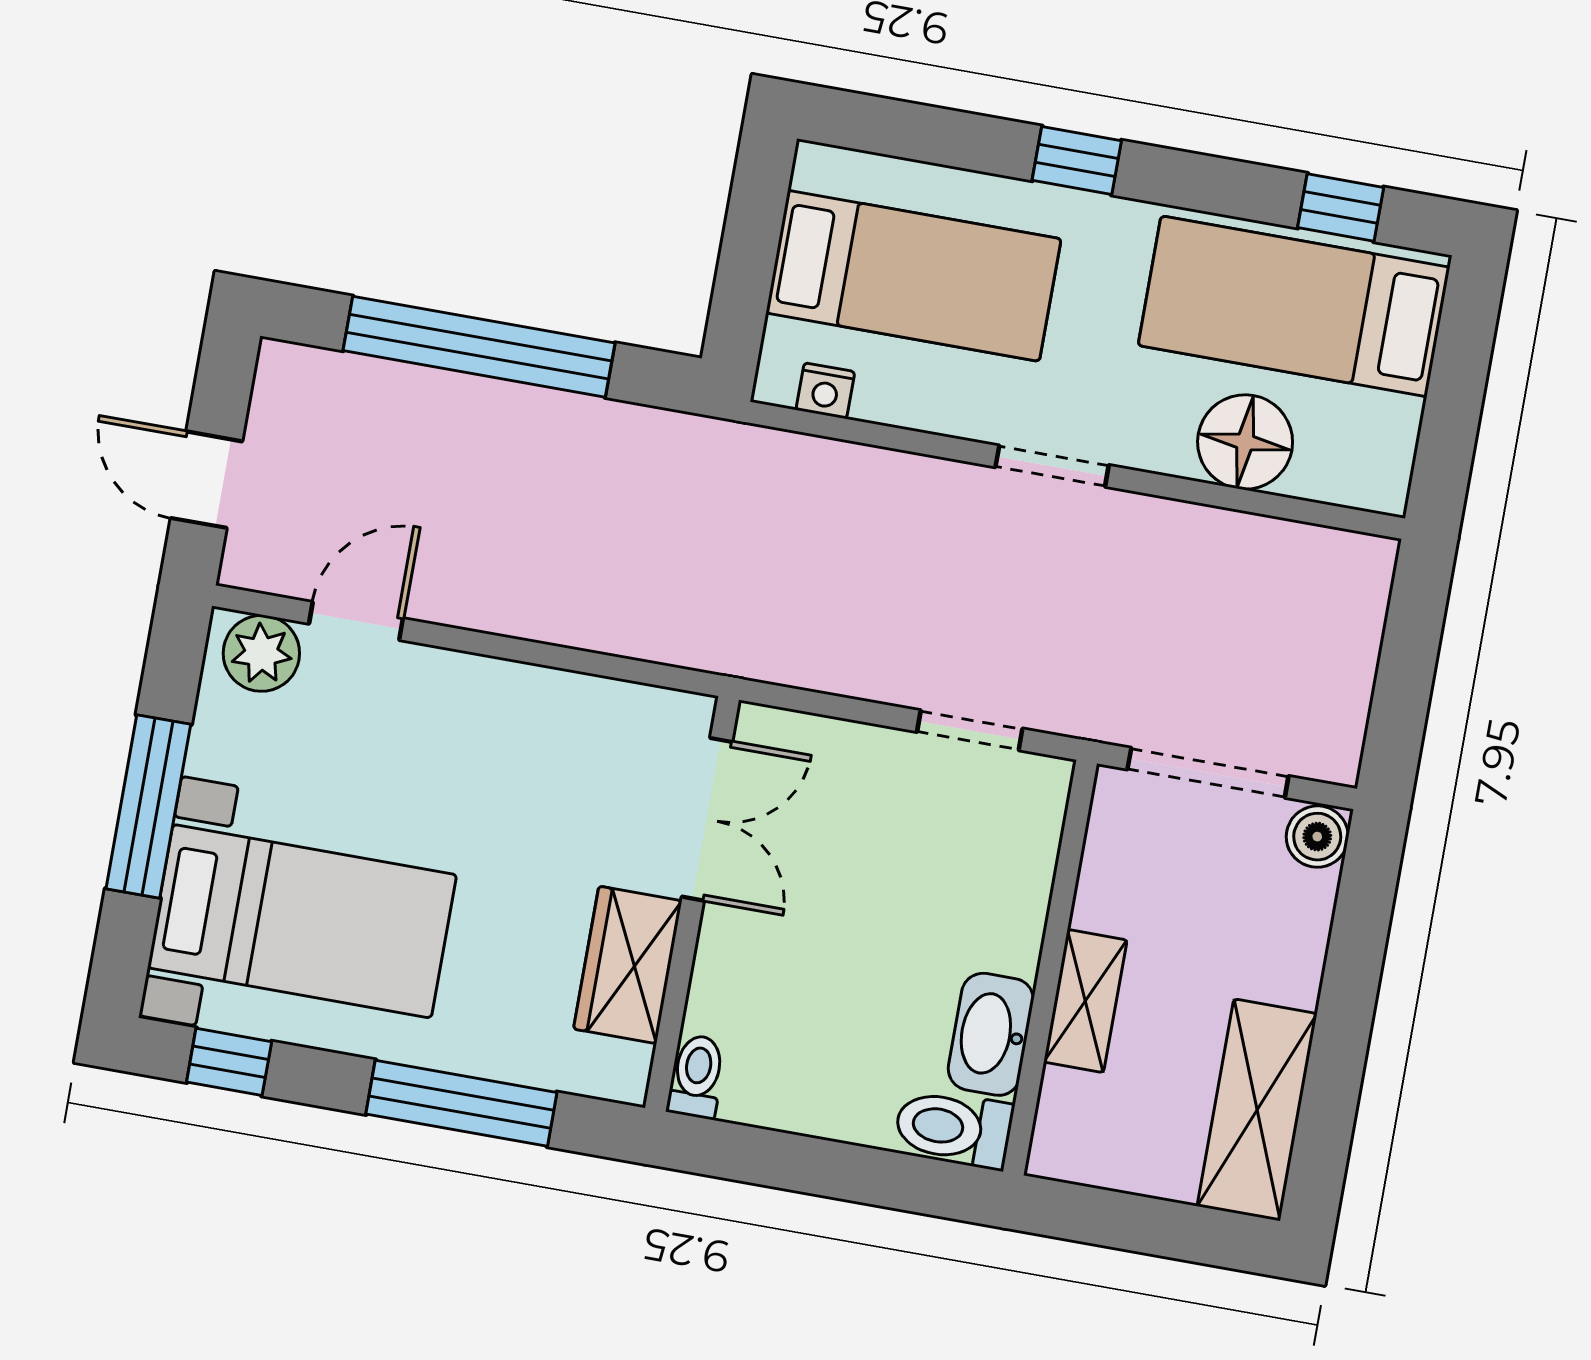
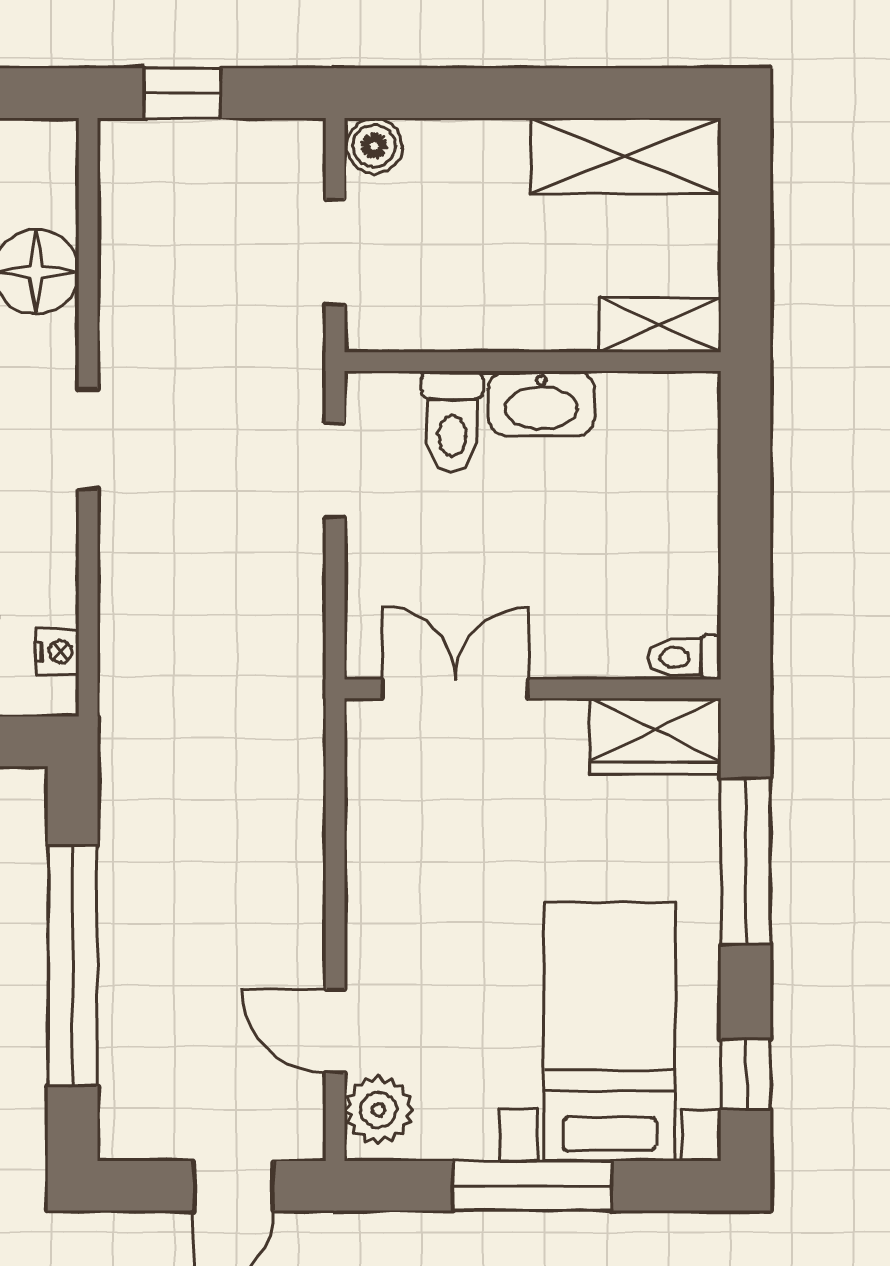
window: (1412, 637) -> (183, 93), added
doorway: (1208, 773) -> (335, 252), width x0.73
wardrobe: (628, 965) -> (655, 736), moved
shelving: (1085, 1001) -> (660, 325), moved
washbasin: (991, 1034) -> (541, 404), moved
toilet: (954, 1128) -> (452, 422), moved

